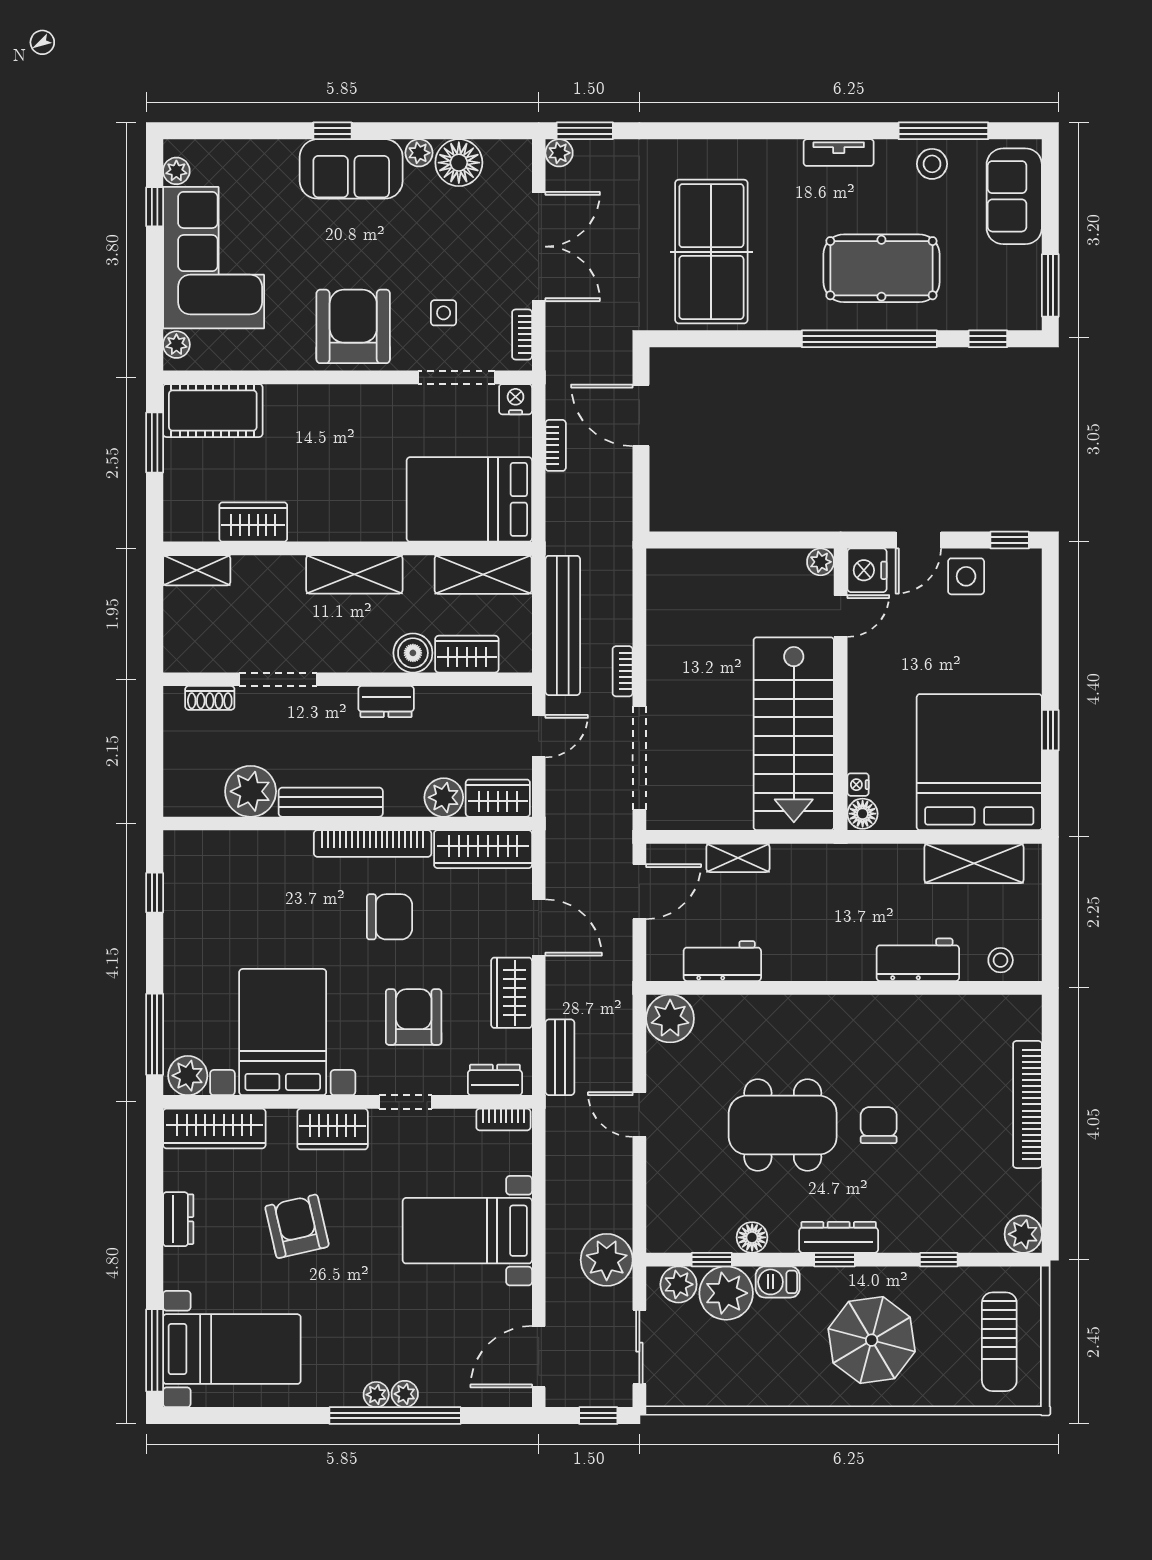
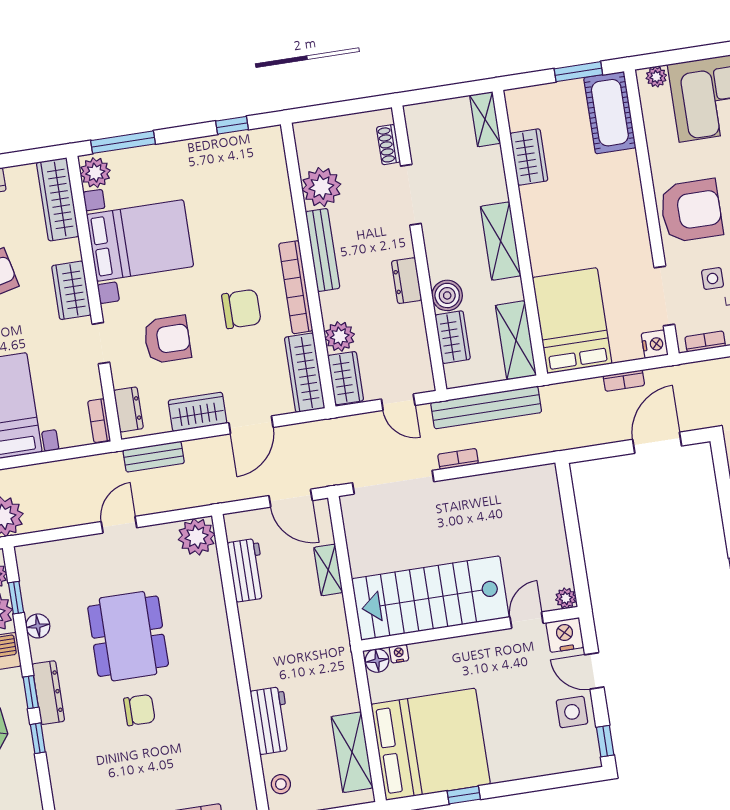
door: (841, 616) -> (527, 620), swing flipped
chair: (390, 917) -> (241, 309), turned -90
window: (939, 1260) -> (38, 738), moved

